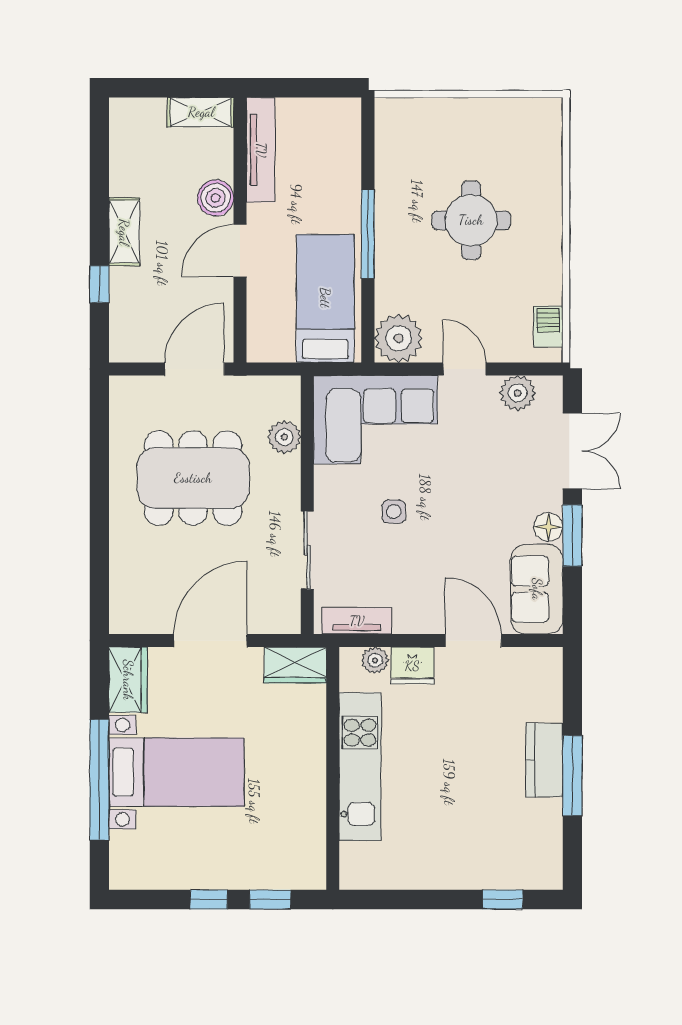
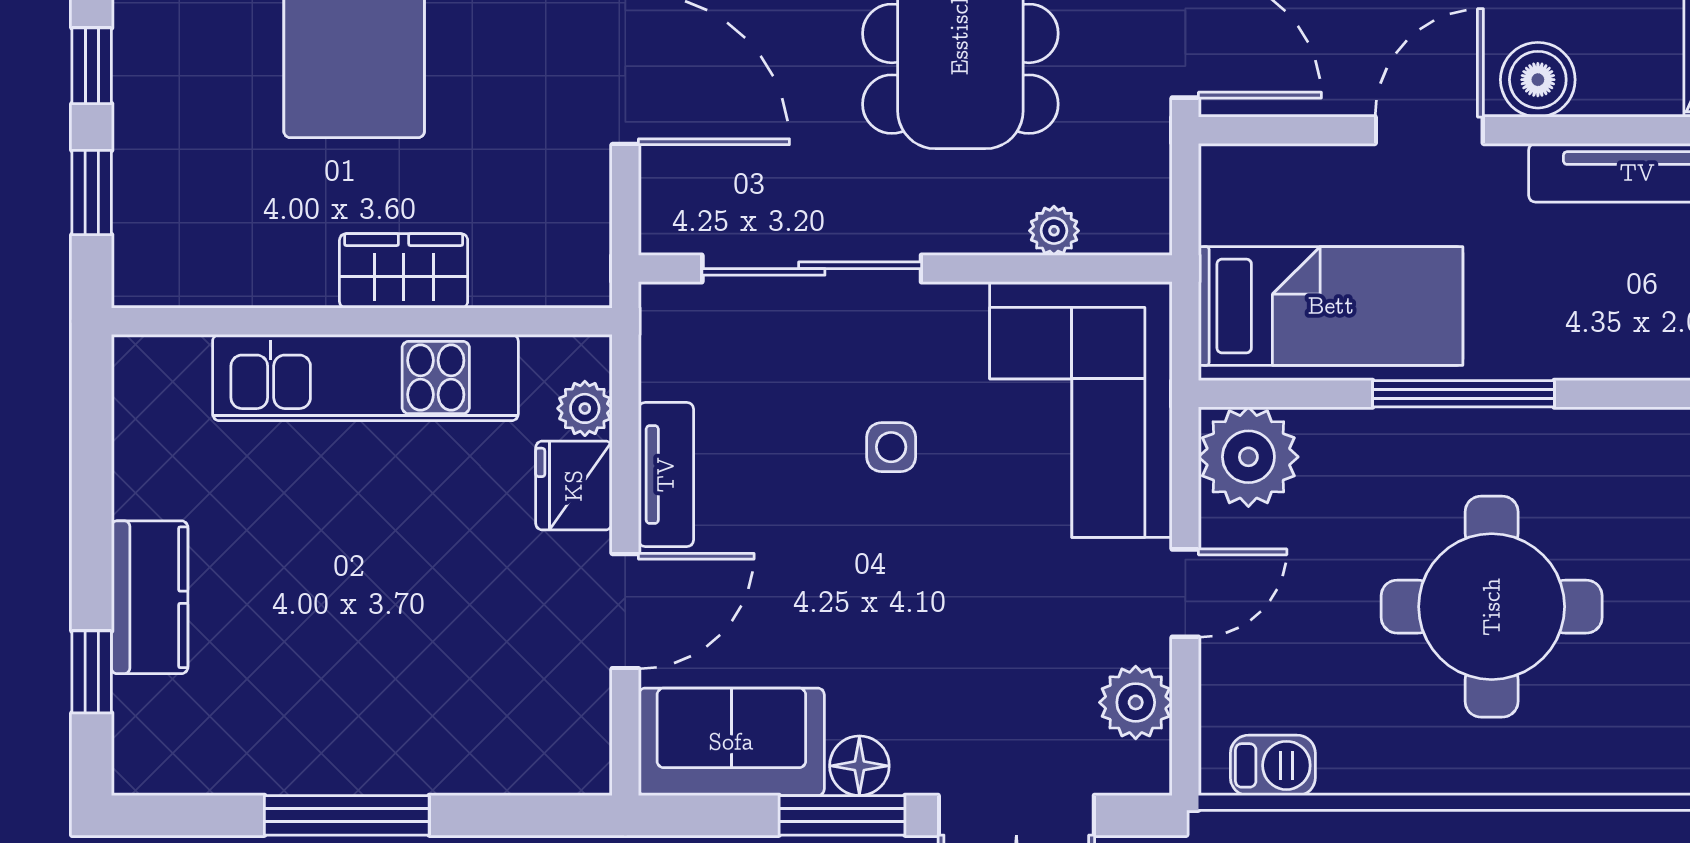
round table: (471, 220) -> (1492, 607), width x1.36, depth x1.36
door: (240, 251) -> (1429, 130), hinge flipped
plant: (284, 437) -> (1054, 231), width x0.73, depth x0.73
sliding door: (307, 550) -> (812, 269), width x1.37
tv unit: (357, 621) -> (666, 475), moved
wardrobe: (295, 665) -> (404, 271), moved, turned 90
kitchen counter: (544, 760) -> (150, 597), moved, turned 90

